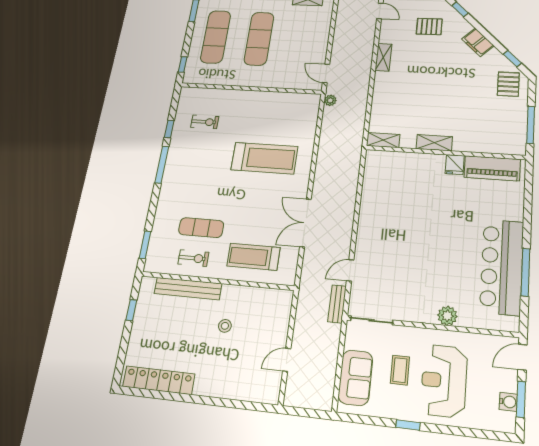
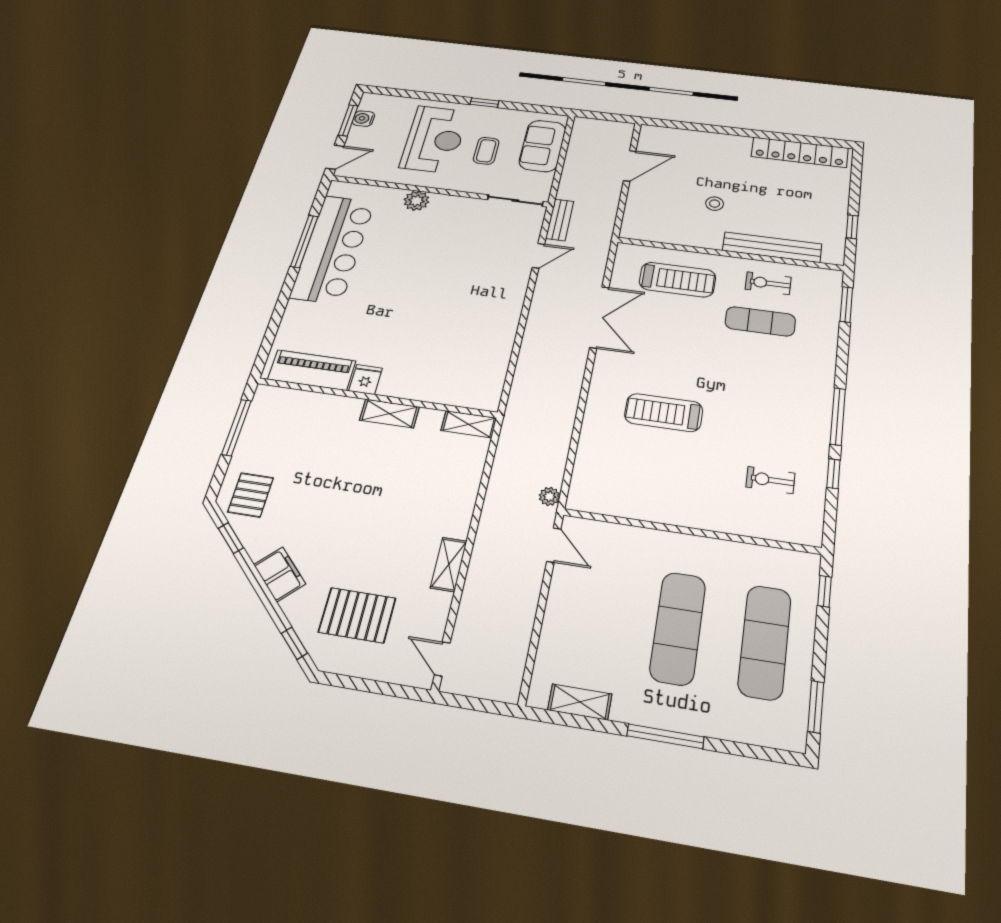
pallet: (429, 26) -> (357, 615), width x1.50, depth x1.42
treadmill: (264, 158) -> (664, 413), width x0.73, depth x0.73
door: (287, 360) -> (630, 166), width x1.38

